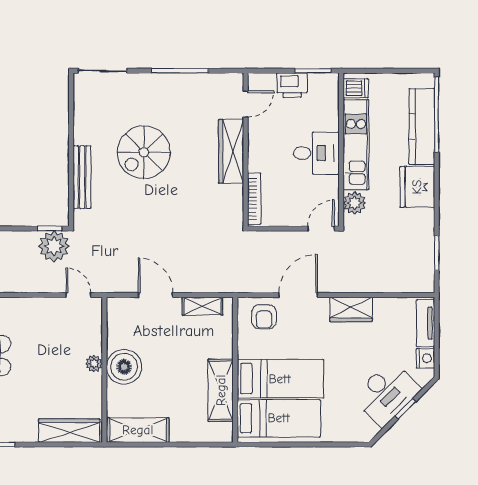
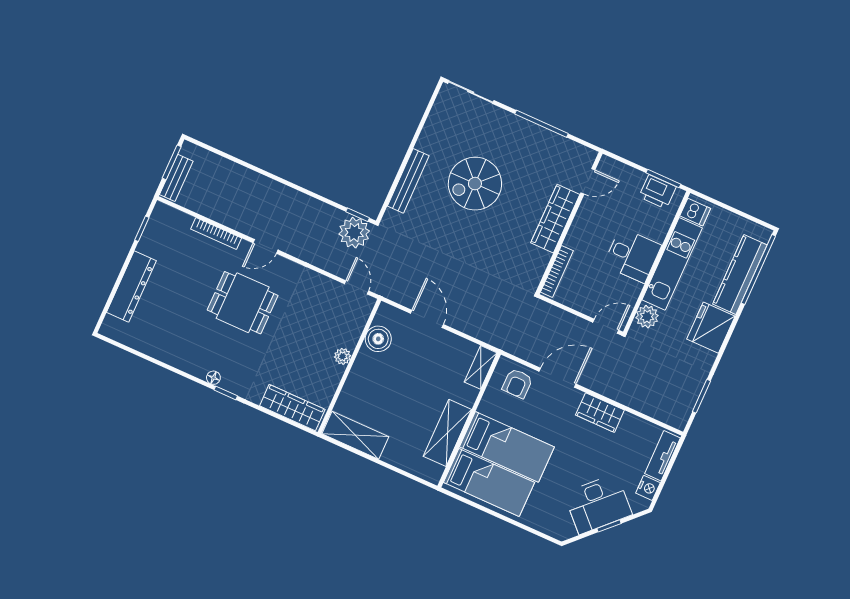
printer: (292, 85) -> (657, 192), moved
shelving: (202, 306) -> (481, 367), moved, turned 90
boiler: (124, 367) -> (378, 339), moved, width x0.73, depth x0.73

